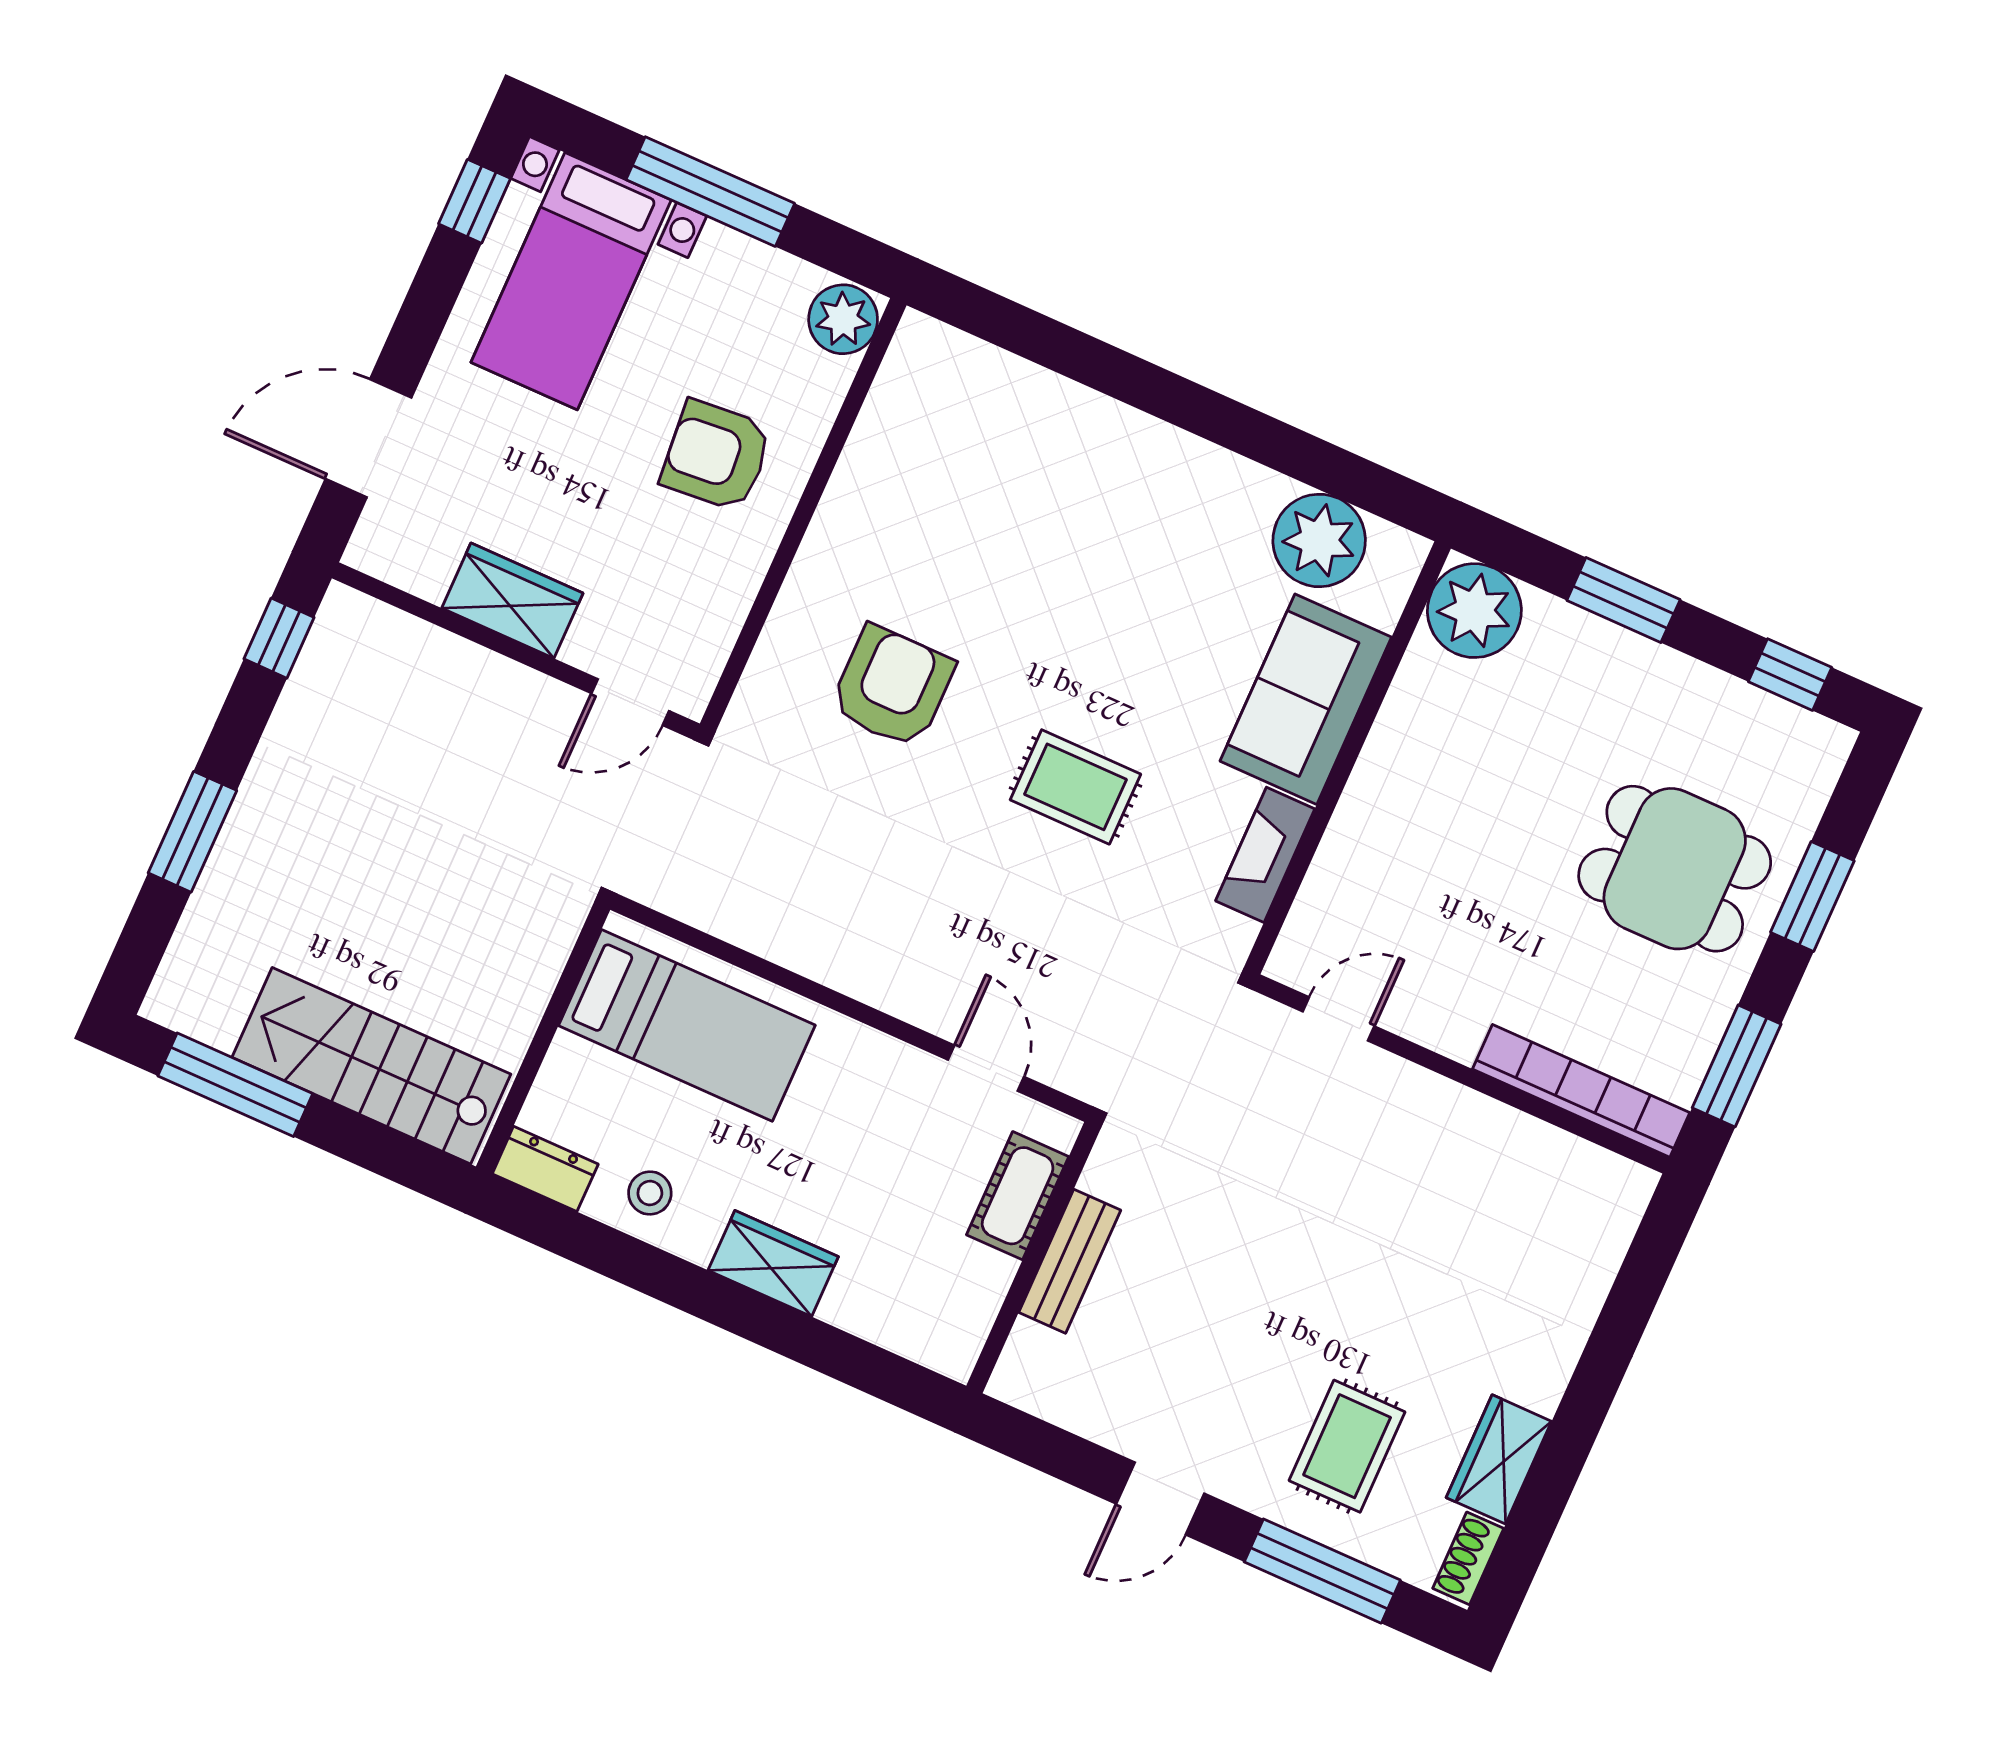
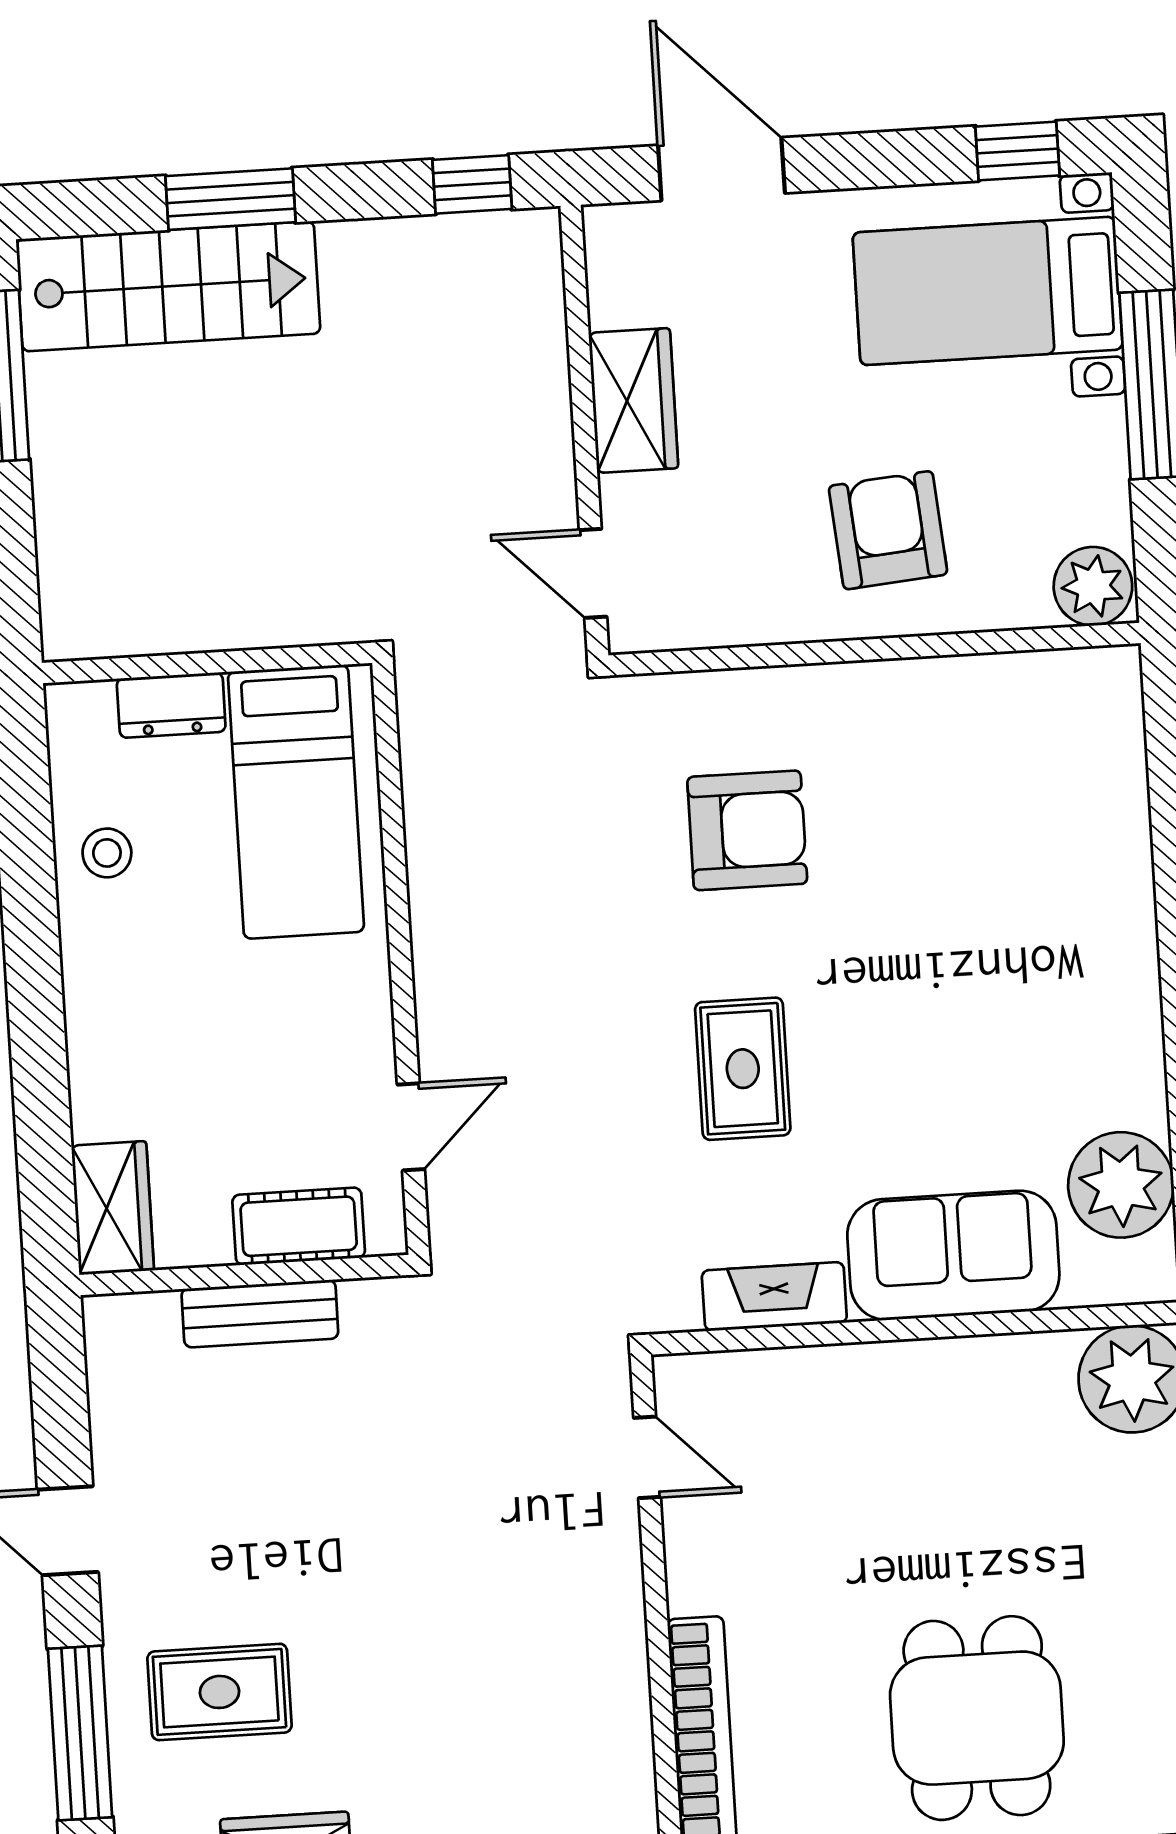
stairs: (371, 1066) -> (168, 286), moved, turned 90
dresser: (545, 1169) -> (171, 705), moved, turned 90
wardrobe: (773, 1263) -> (113, 1208), moved

